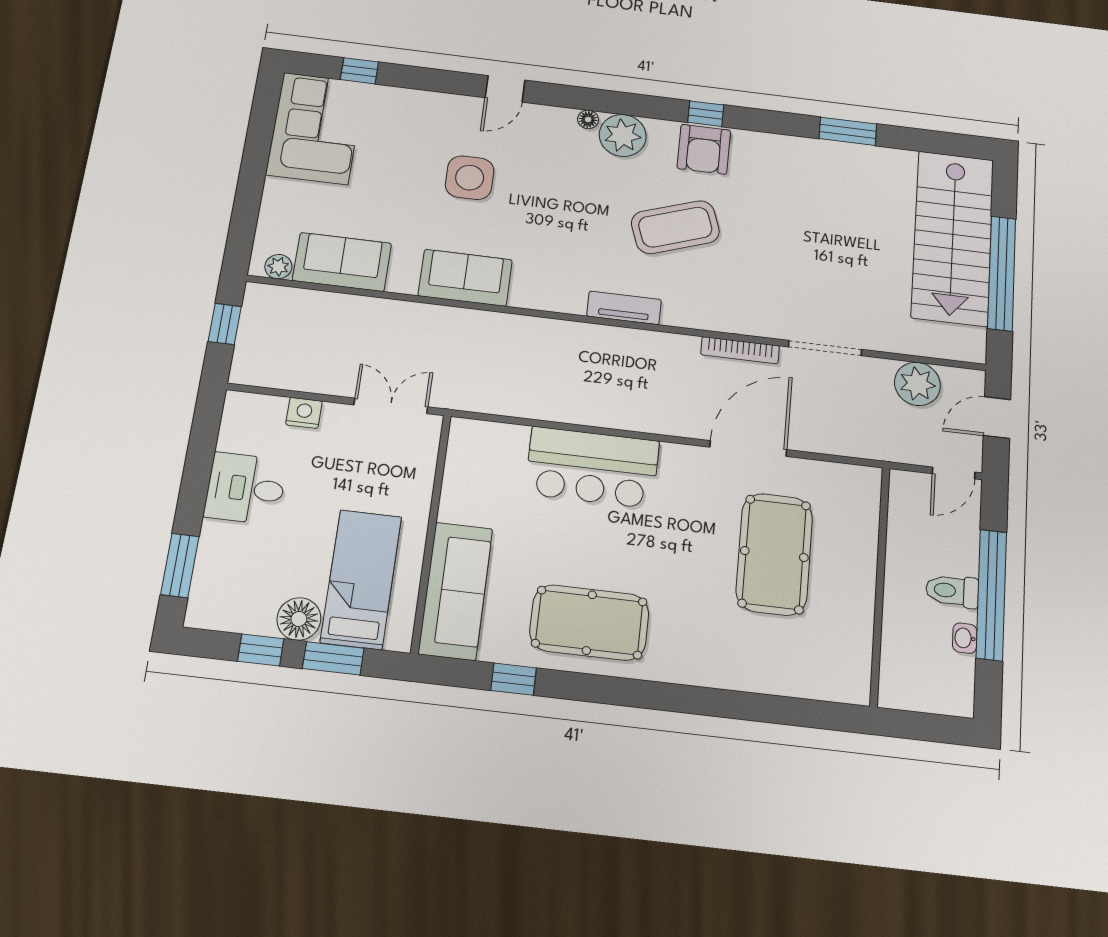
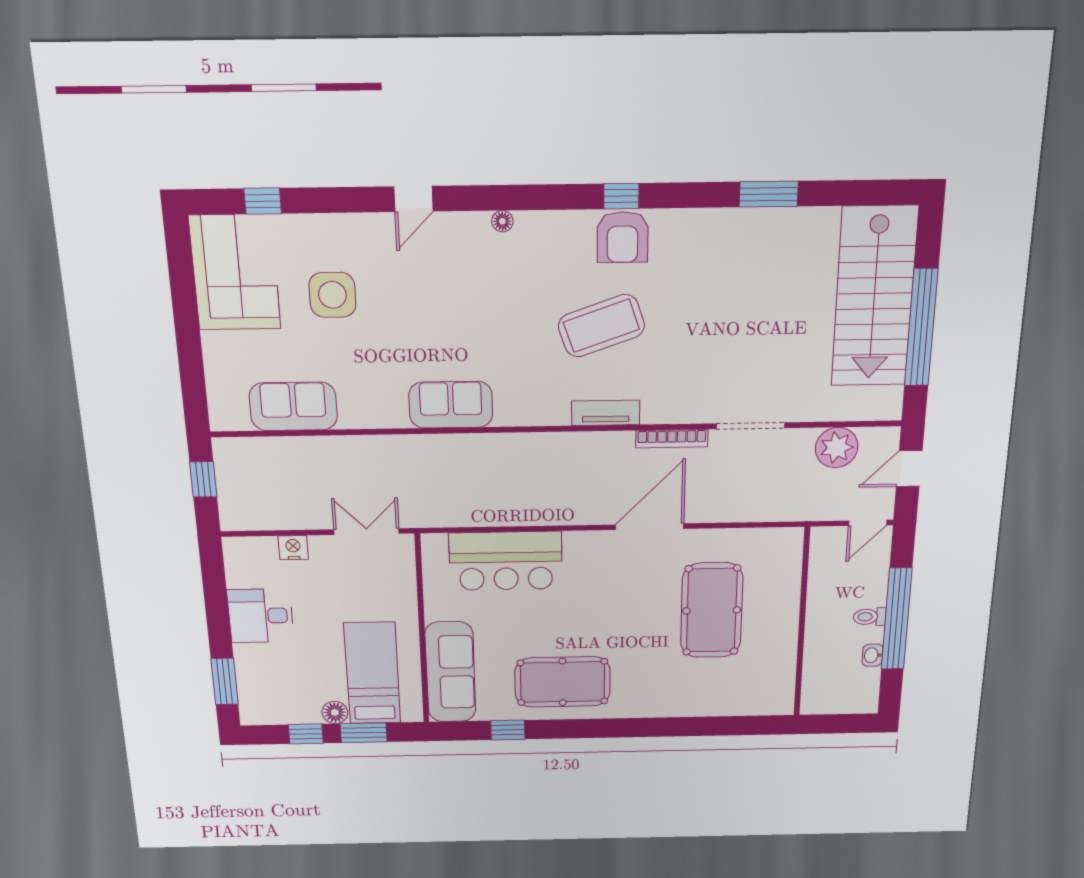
plant: (623, 135) -> (539, 234), removed
side table: (470, 178) -> (332, 295), moved
plant: (278, 267) -> (236, 419), removed
sofa: (465, 278) -> (451, 405), moved
tv unit: (624, 308) -> (606, 413), moved
door: (748, 448) -> (650, 527), moved
bar counter: (592, 467) -> (506, 561), moved
toilet: (952, 591) -> (870, 617), width x0.73, depth x0.72
floor lamp: (299, 619) -> (335, 712), width x0.73, depth x0.73

